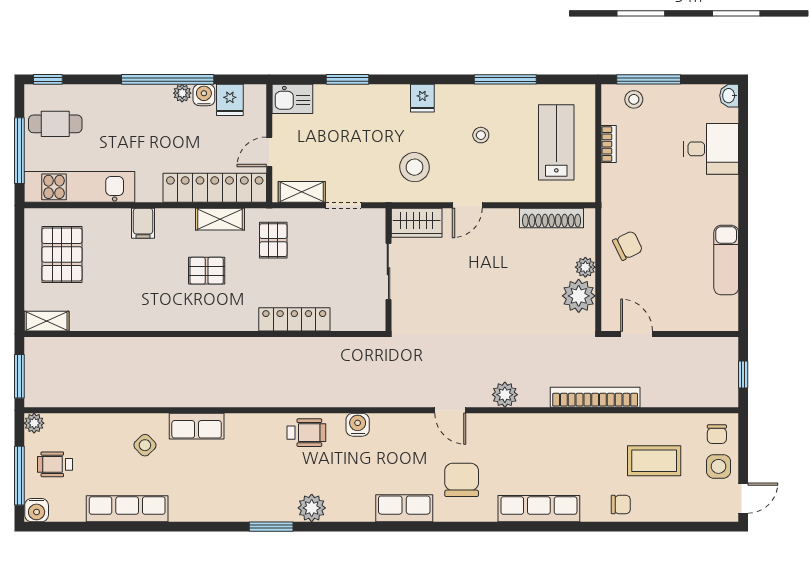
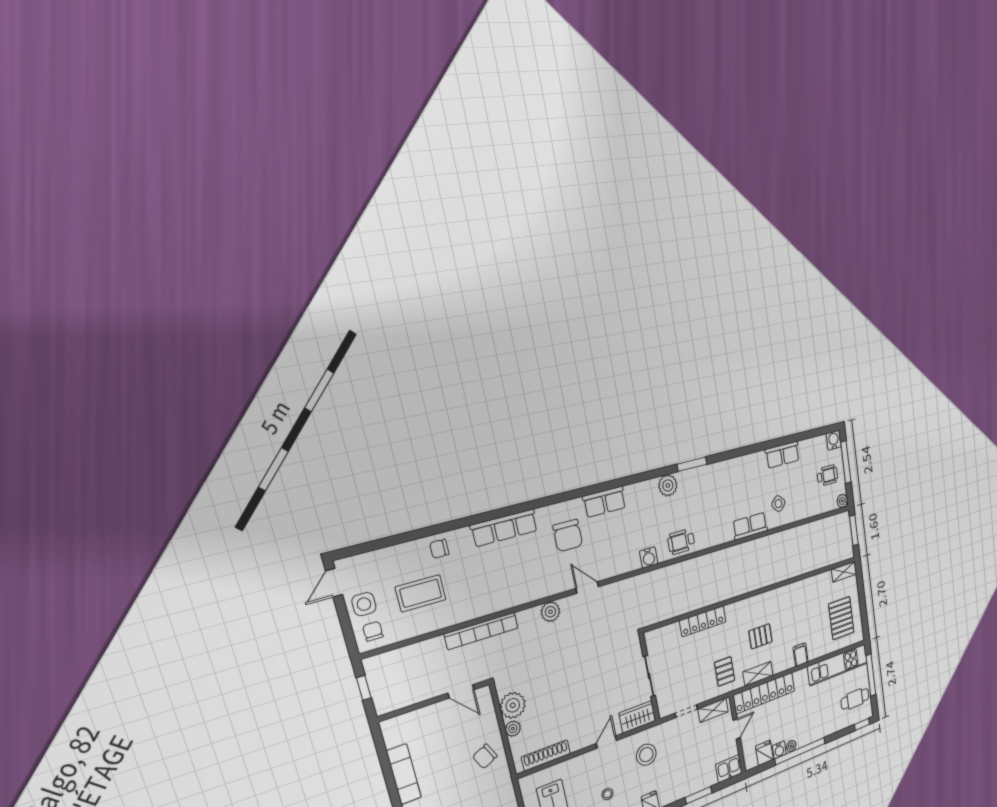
row of seats: (127, 509) -> (782, 455), width x0.68

